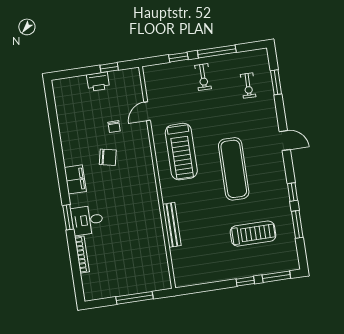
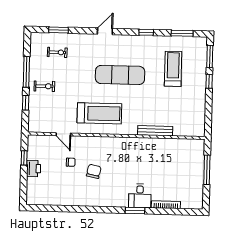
filing cabinet: (75, 179) -> (107, 200), removed
window: (297, 224) -> (182, 33), moved

